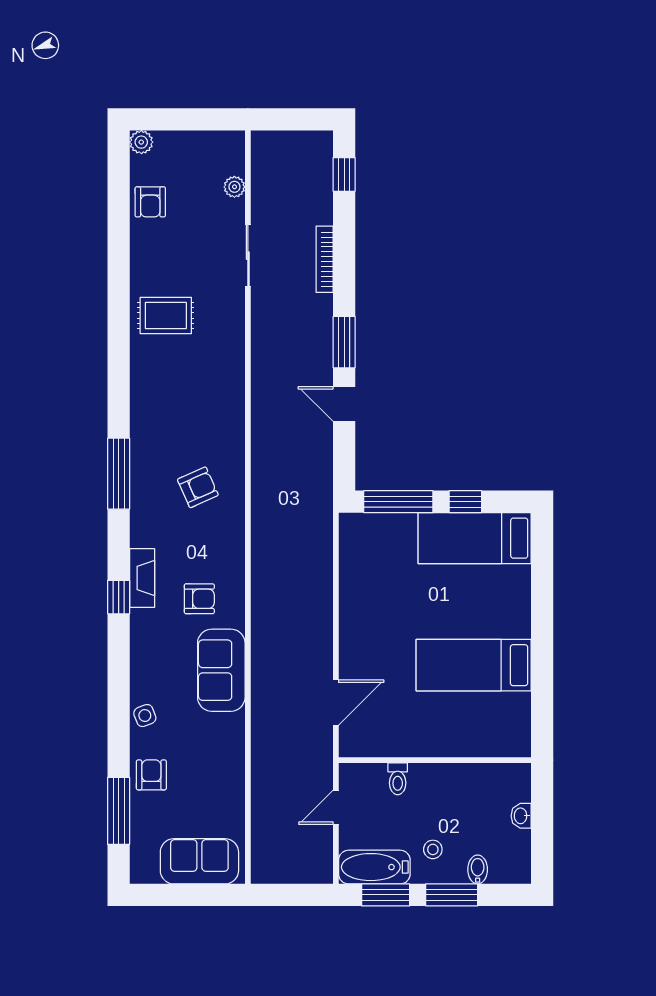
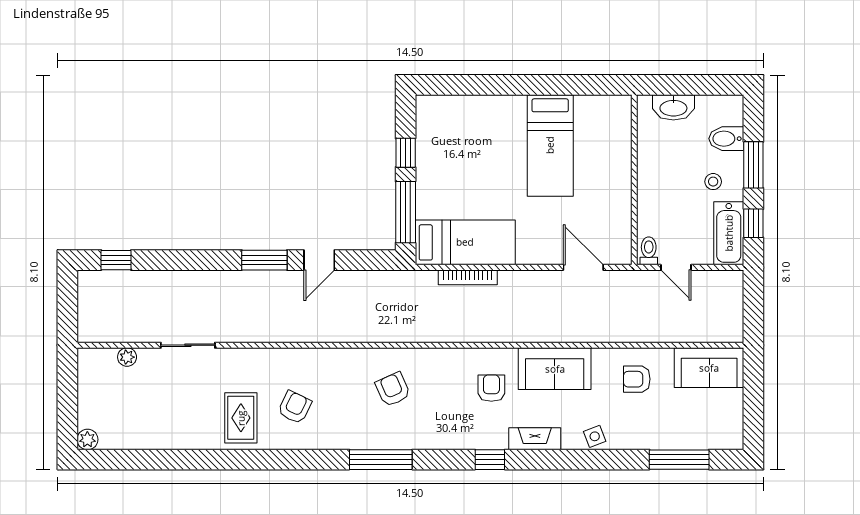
armchair: (150, 202) -> (295, 407), moved, turned -64
bookcase: (325, 259) -> (468, 277), moved
bed: (475, 538) -> (465, 242), moved, turned -90
fireplace: (142, 578) -> (535, 439), moved
armchair: (151, 775) -> (637, 379), moved
toilet: (398, 779) -> (649, 251), moved, turned -90
washbasin: (521, 816) -> (673, 107), width x1.91, depth x1.45
sofa: (199, 861) -> (709, 368), moved, turned -90
bidet: (478, 869) -> (726, 139), width x1.38, depth x1.36
window: (386, 895) -> (753, 223), width x0.67

